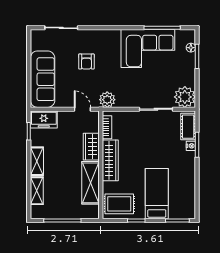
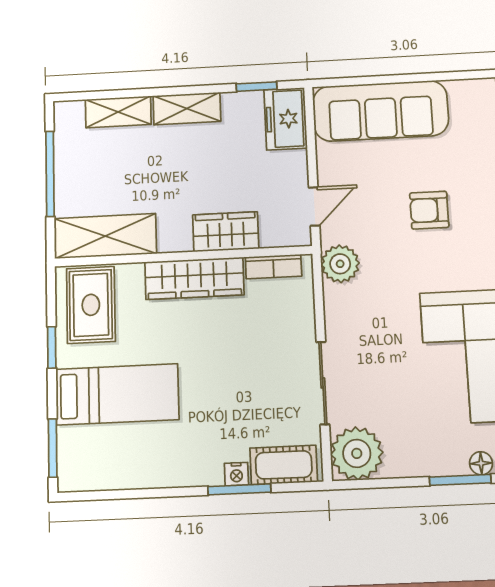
shelving: (91, 183) -> (105, 236), moved

